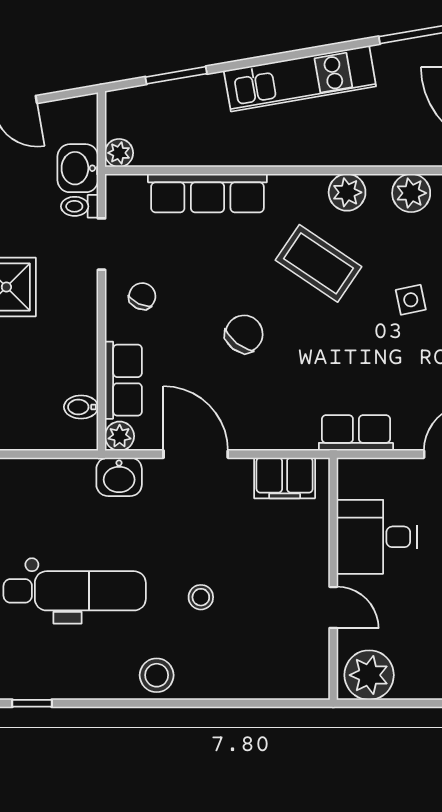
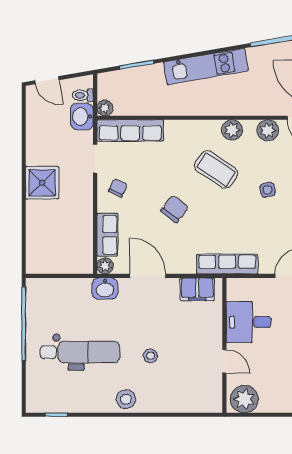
row of seats: (207, 193) -> (130, 130), moved
toilet: (79, 206) -> (83, 95), moved
bidet: (81, 407) -> (84, 250), removed
row of seats: (356, 433) -> (227, 264), width x1.48

